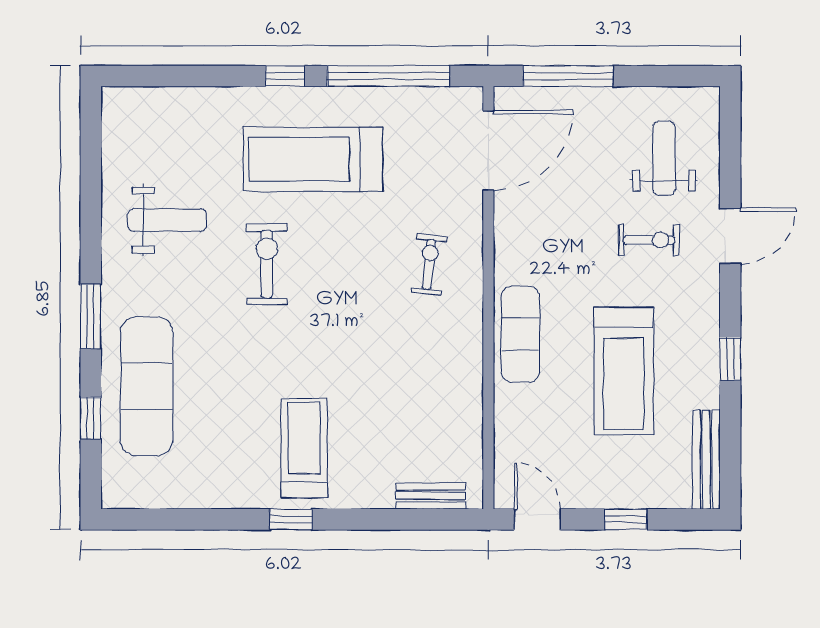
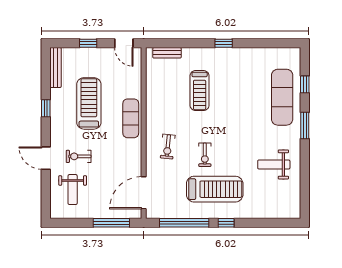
door: (730, 236) -> (46, 158), hinge flipped
exercise bike: (267, 264) -> (205, 155), moved, width x0.73, depth x0.72
treadmill: (304, 448) -> (200, 91), moved

